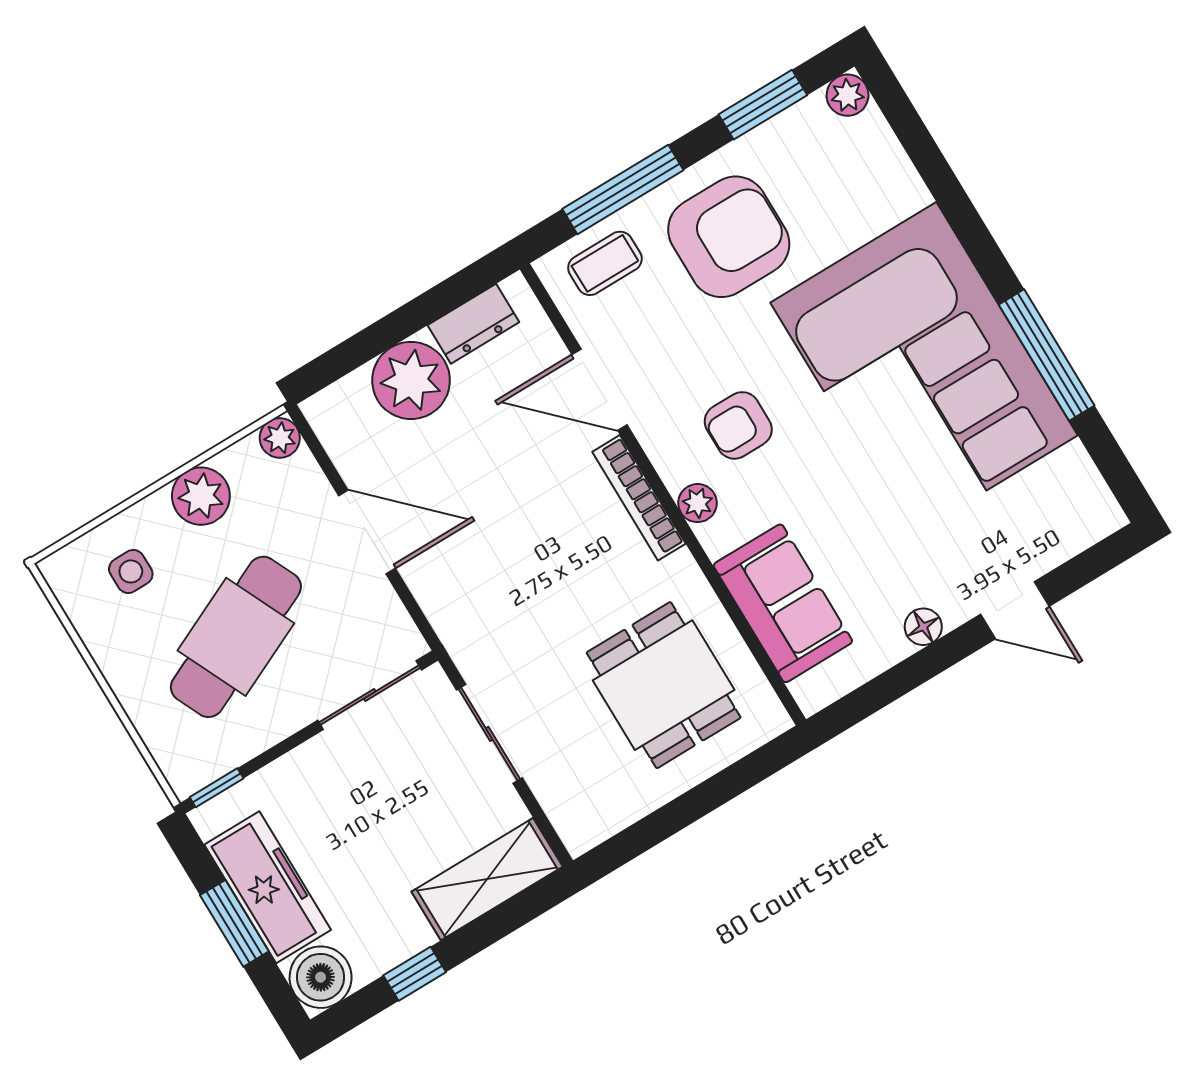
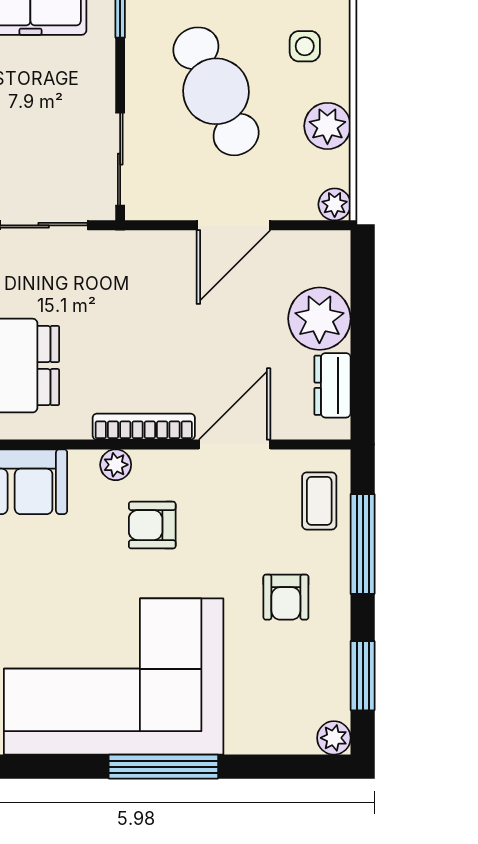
armchair: (729, 237) -> (286, 597), width x0.53, depth x0.53
window: (1047, 355) -> (163, 767), moved
armchair: (738, 425) -> (152, 525), turned -90

